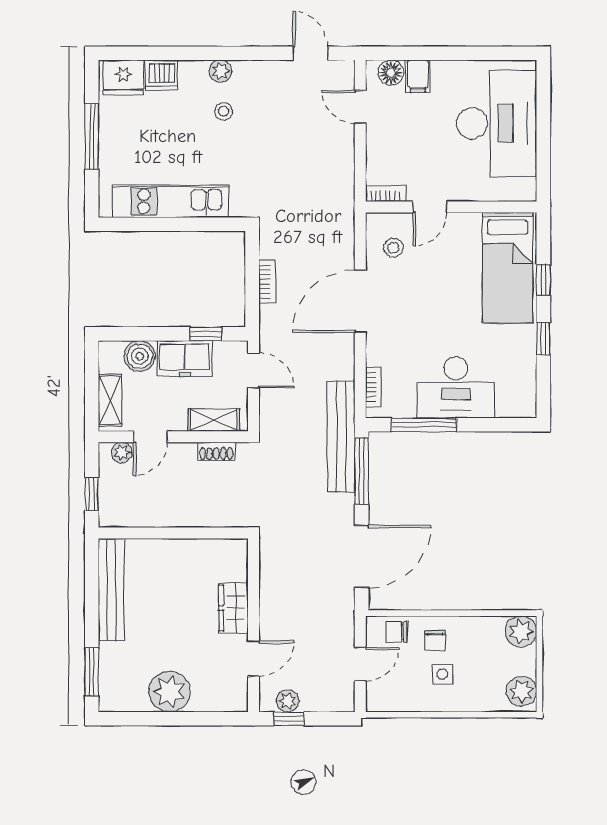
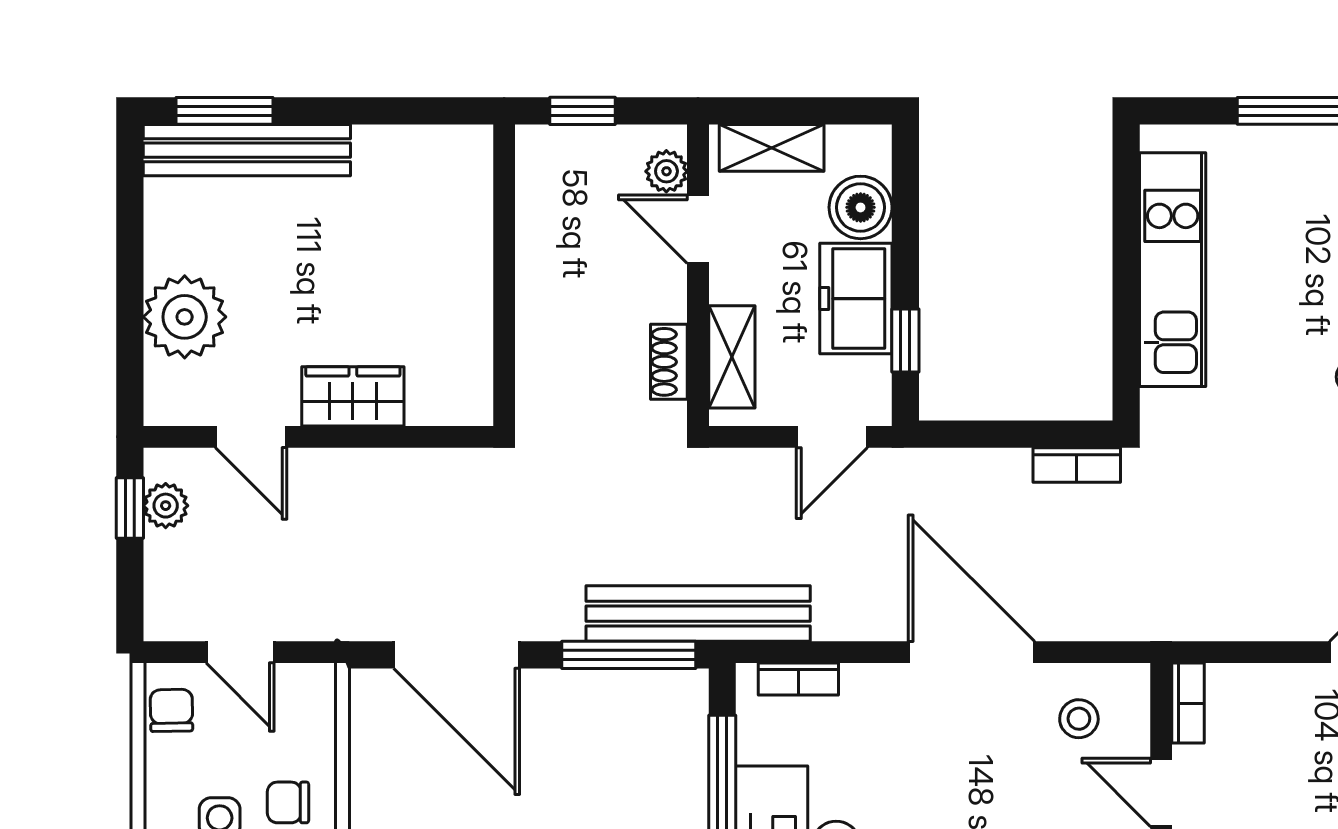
bookcase: (267, 281) -> (1077, 465), moved
bench: (111, 590) -> (247, 150), moved
chair: (397, 632) -> (171, 710), moved
plant: (169, 692) -> (185, 317), moved

